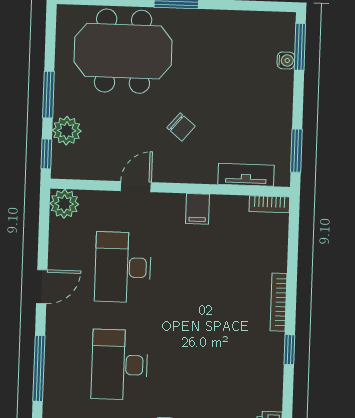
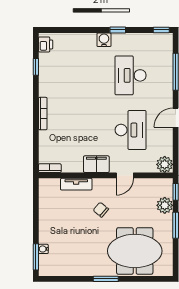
window: (296, 151) -> (36, 199), removed
tv unit: (246, 175) -> (76, 184), moved
filing cabinet: (197, 209) -> (96, 164), width x2.00
window: (289, 350) -> (36, 67), moved
desk: (120, 365) -> (131, 75), turned 180

